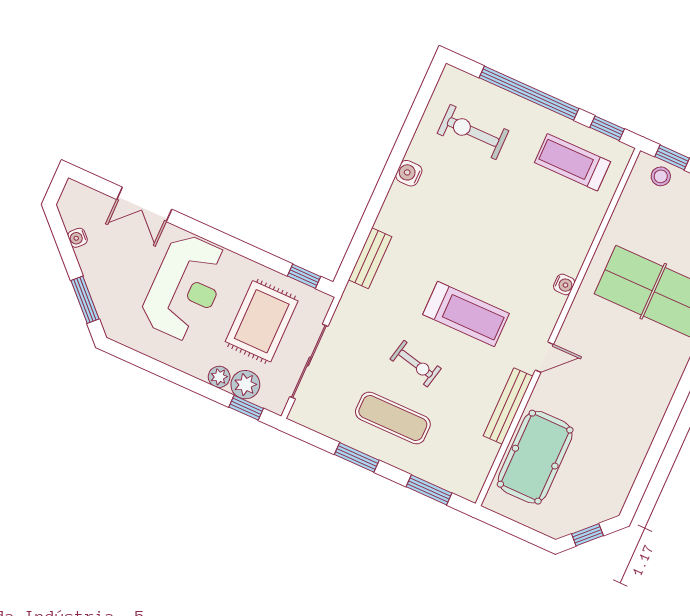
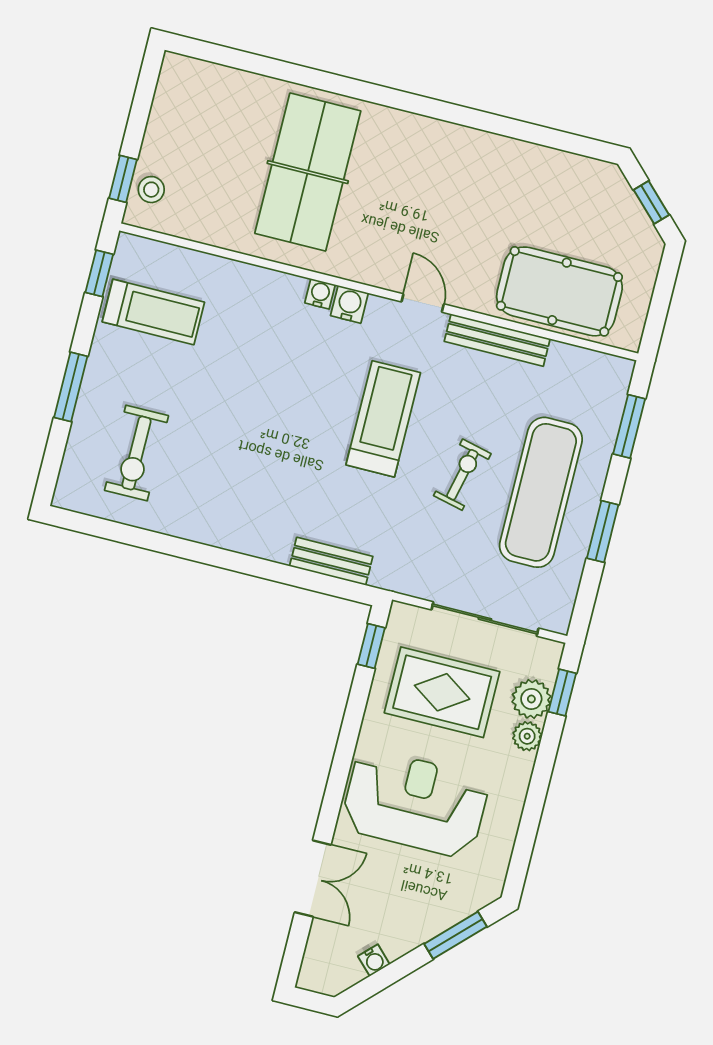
window: (529, 93) -> (71, 387), width x0.47
treadmill: (572, 162) -> (153, 312), turned -90
water cooler: (409, 173) -> (349, 304), moved, turned 180
exercise mat: (393, 418) -> (541, 492), width x1.36, depth x1.45

